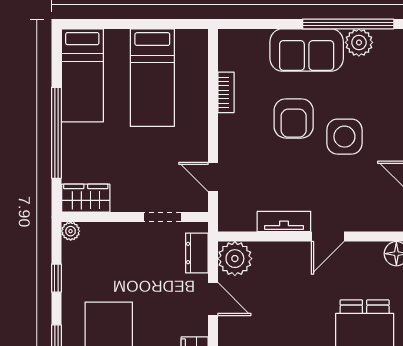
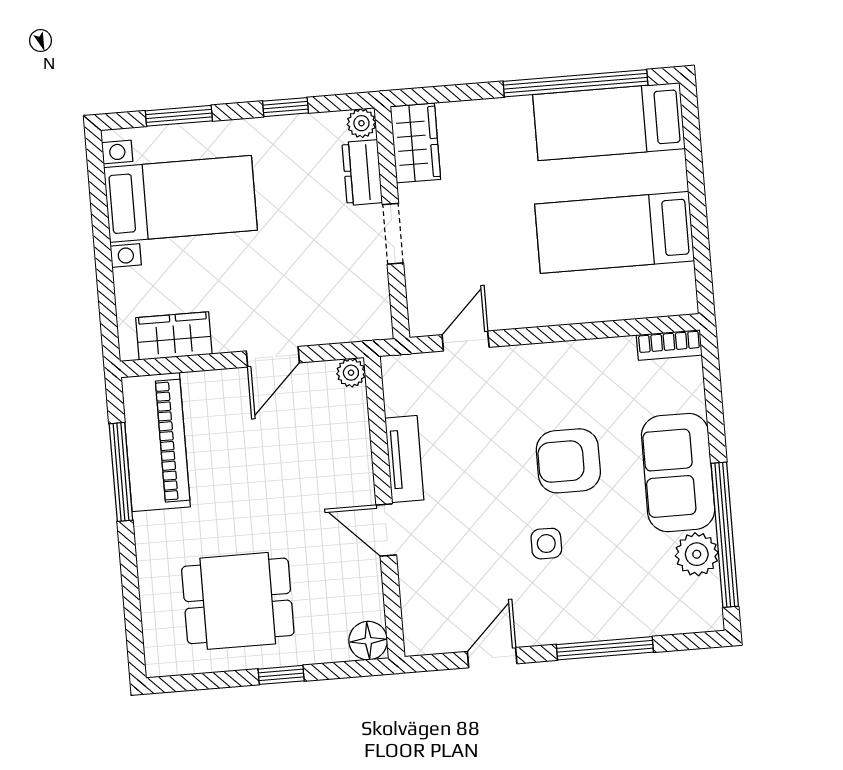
bookcase: (226, 92) -> (669, 345), moved
window: (56, 133) -> (576, 83), moved
side table: (344, 137) -> (546, 544), width x0.54, depth x0.54
doorway: (162, 217) -> (393, 234), moved
dresser: (197, 253) -> (362, 173), moved, turned -90
plant: (235, 259) -> (351, 373), width x0.53, depth x0.53

